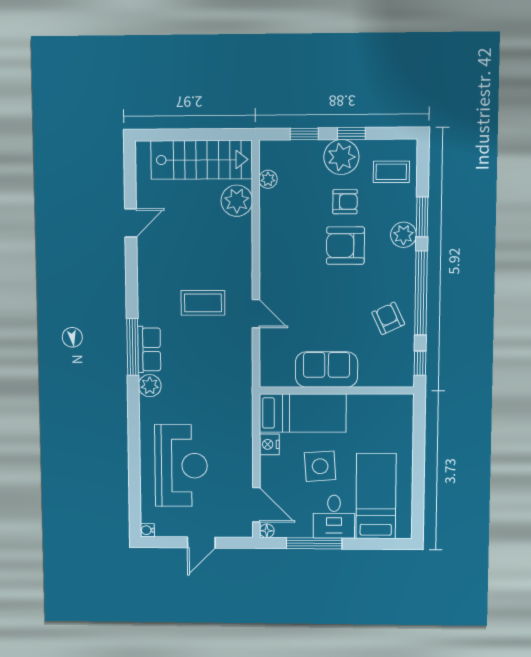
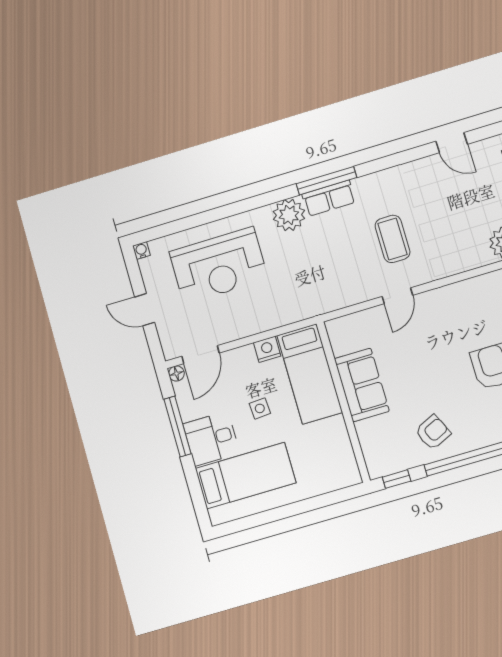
plant: (150, 386) -> (289, 215), width x1.36, depth x1.36
side table: (320, 466) -> (260, 408), width x0.54, depth x0.54

